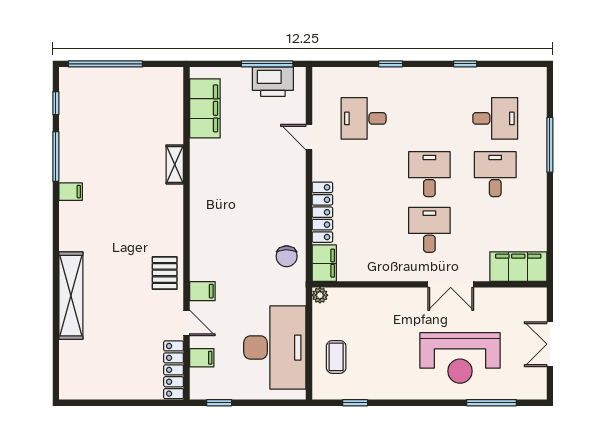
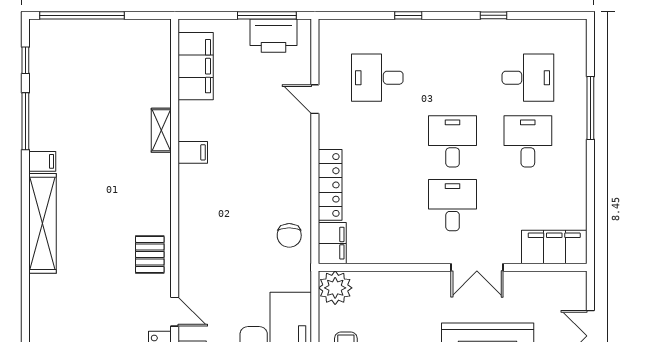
filing cabinet: (202, 291) -> (193, 152), moved
plant: (320, 295) -> (335, 288), width x1.87, depth x1.87
shelving: (71, 296) -> (42, 223), moved

